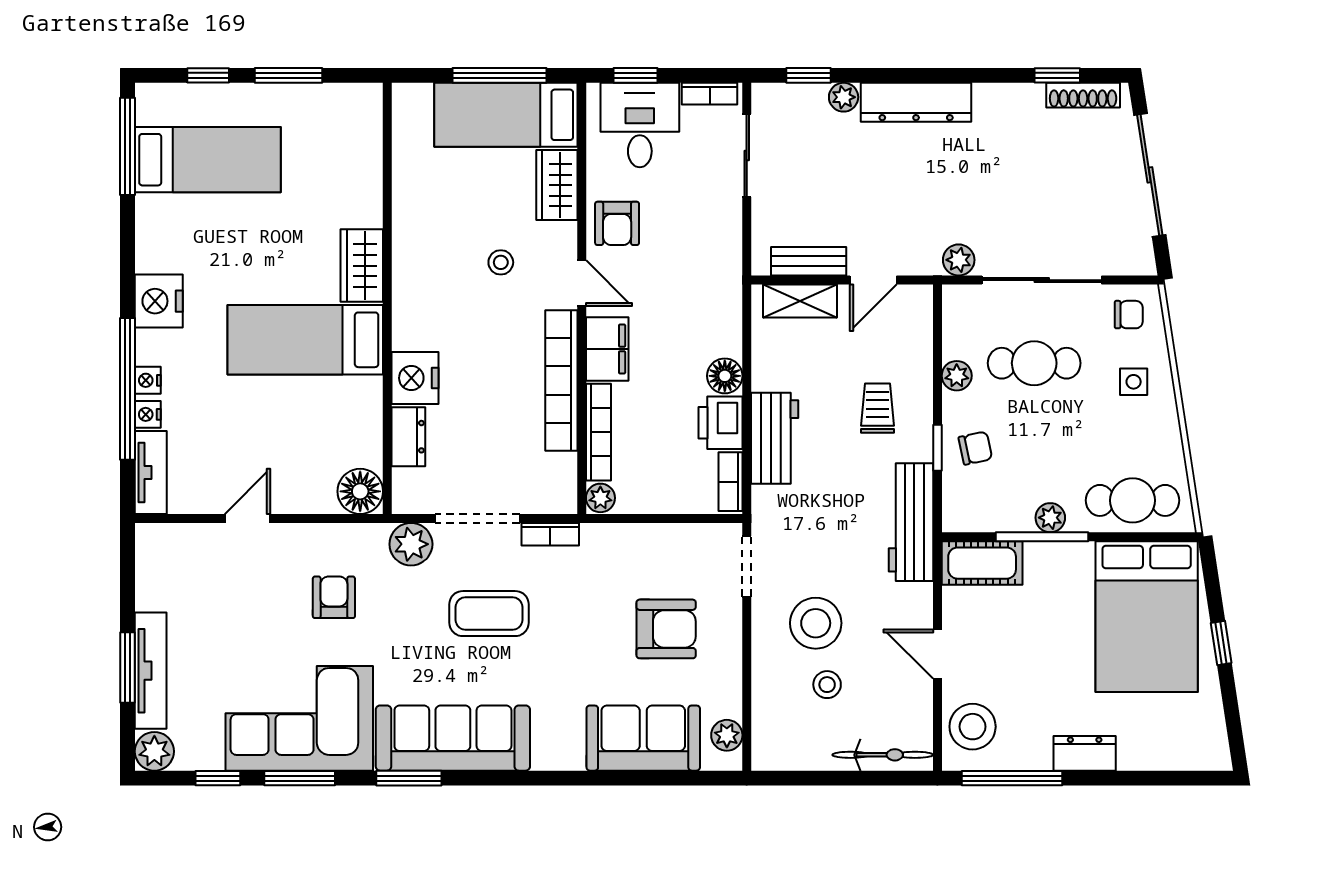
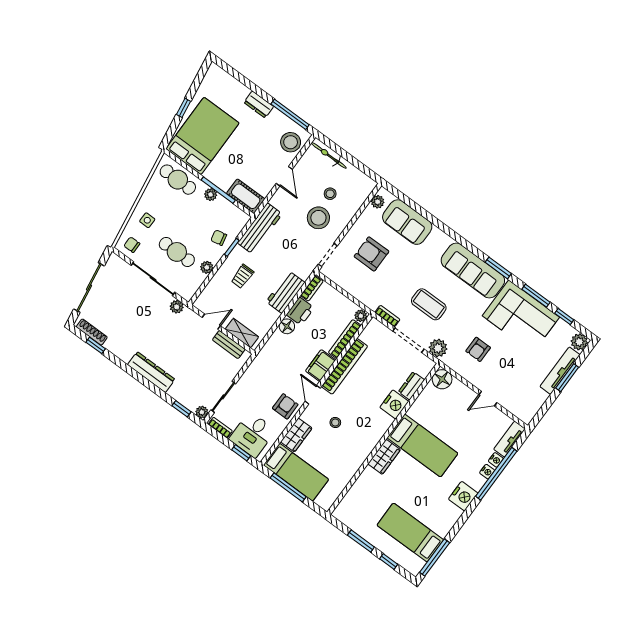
plant: (844, 97) -> (202, 412), moved

